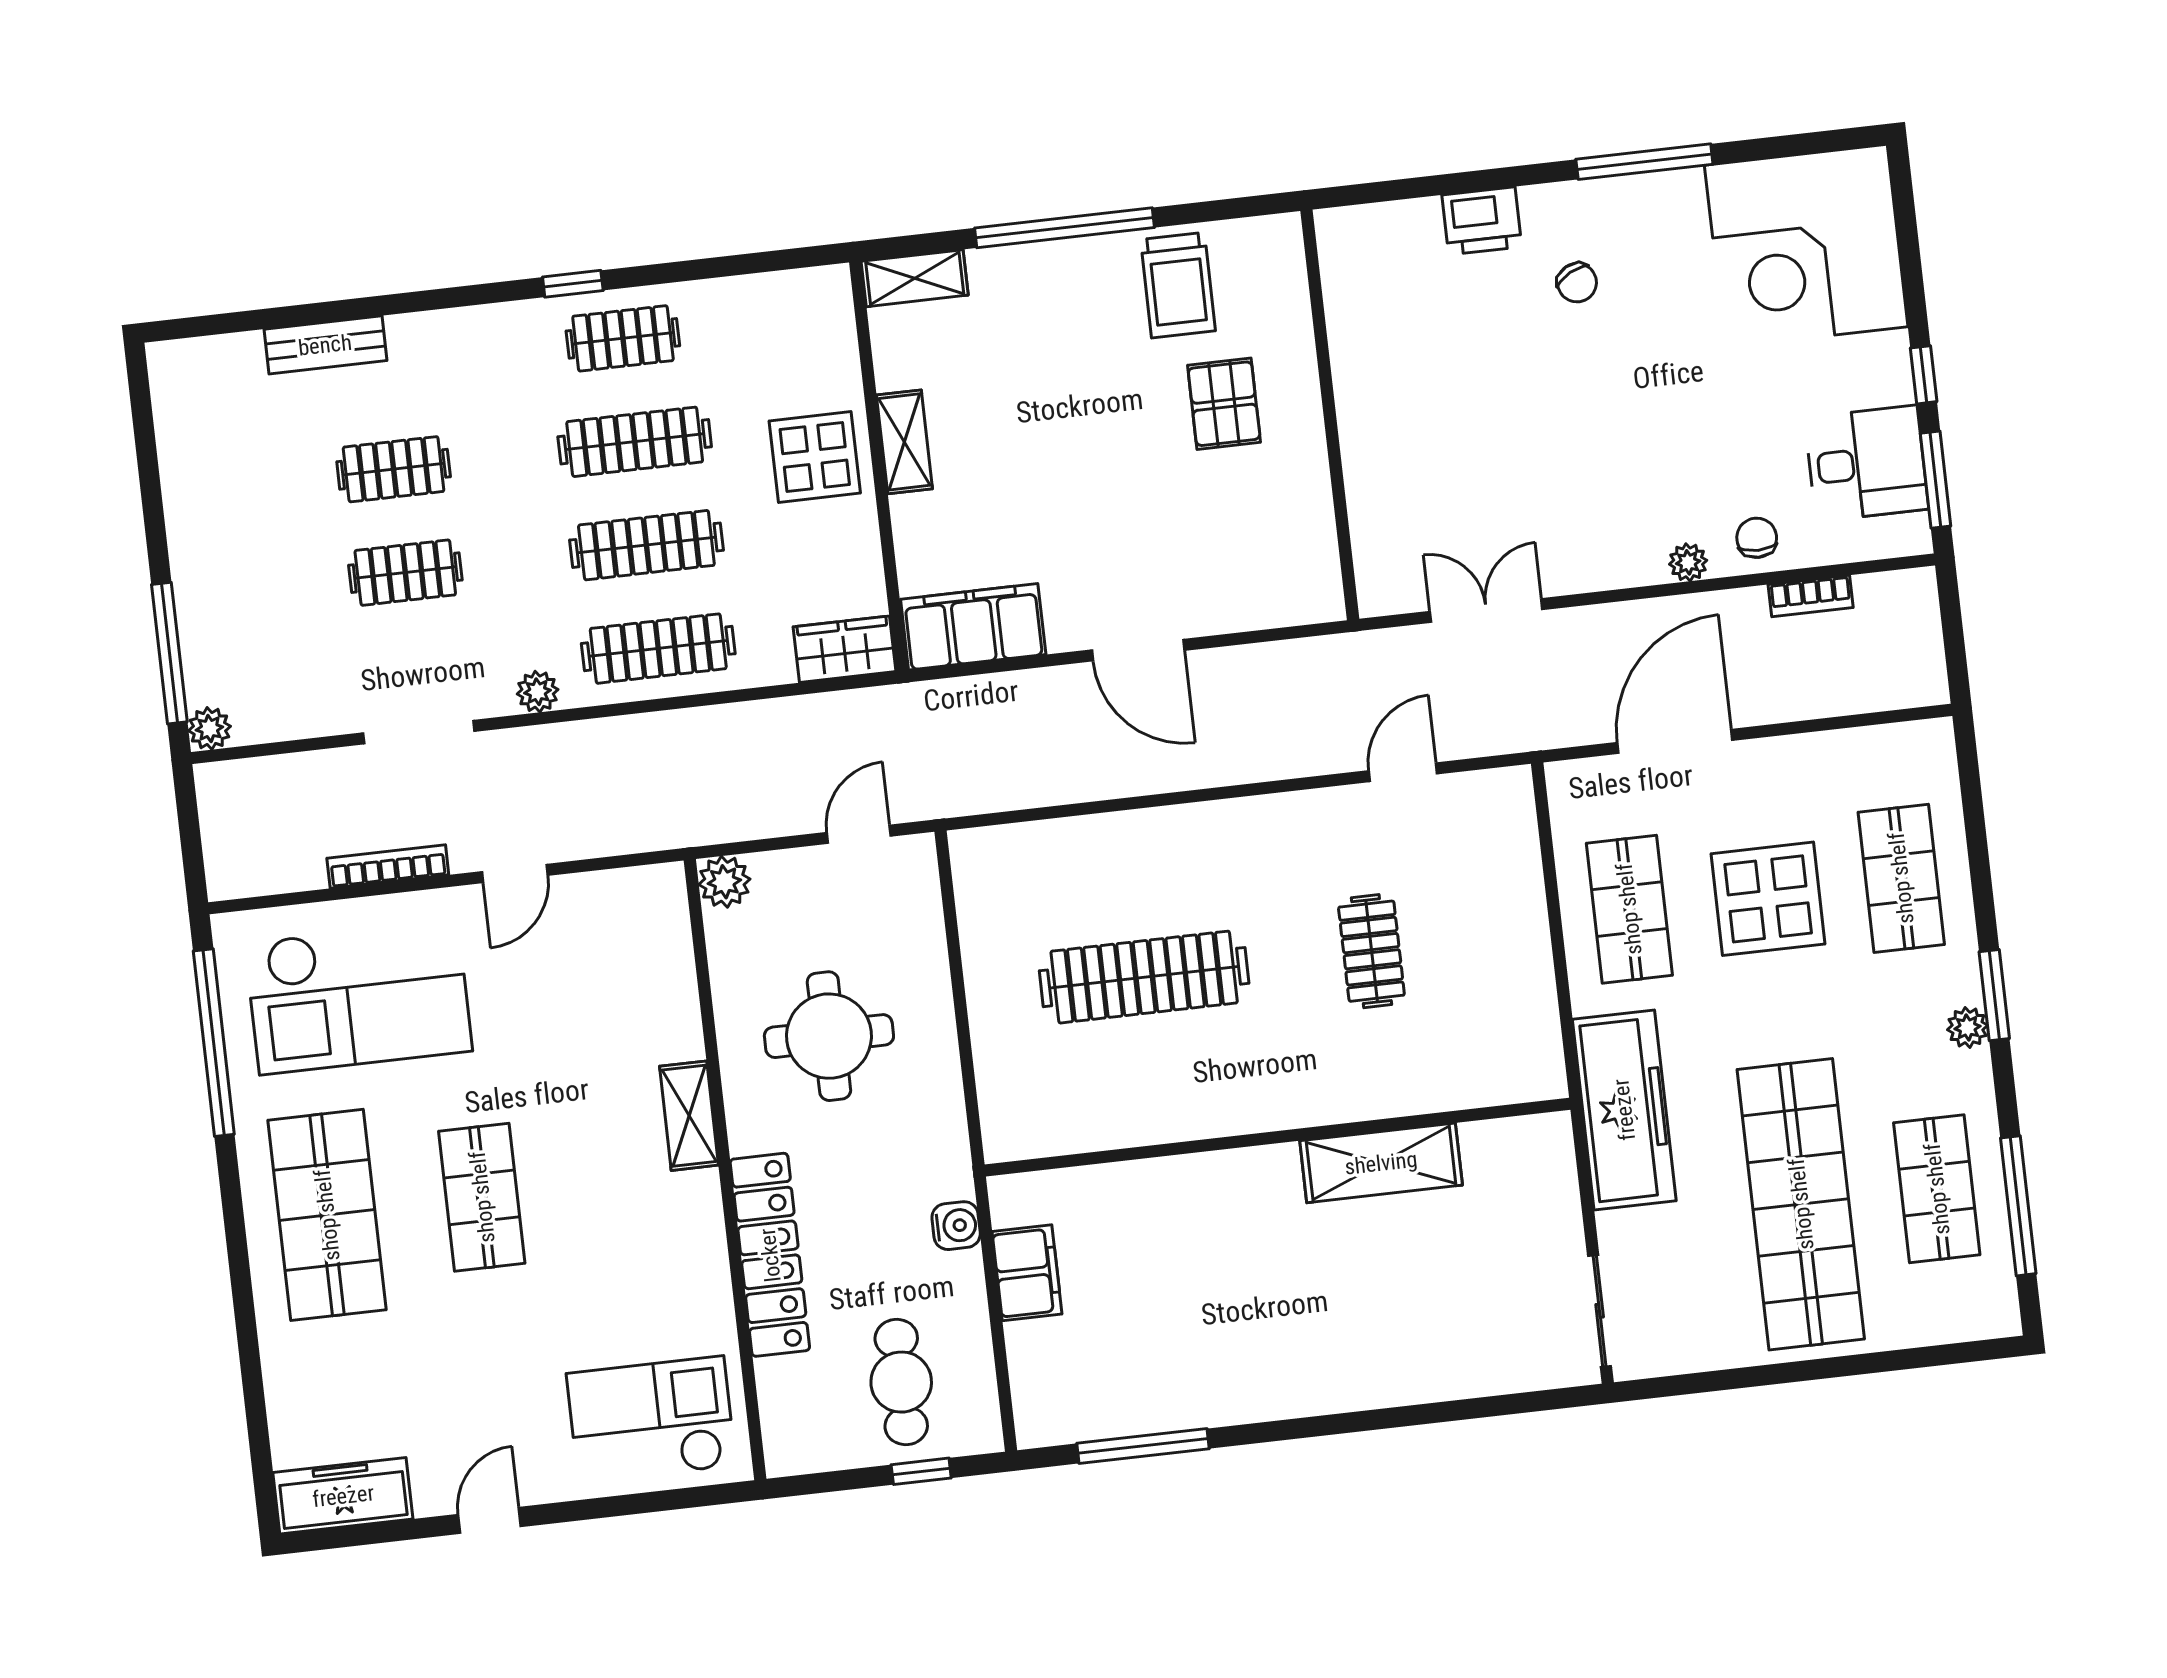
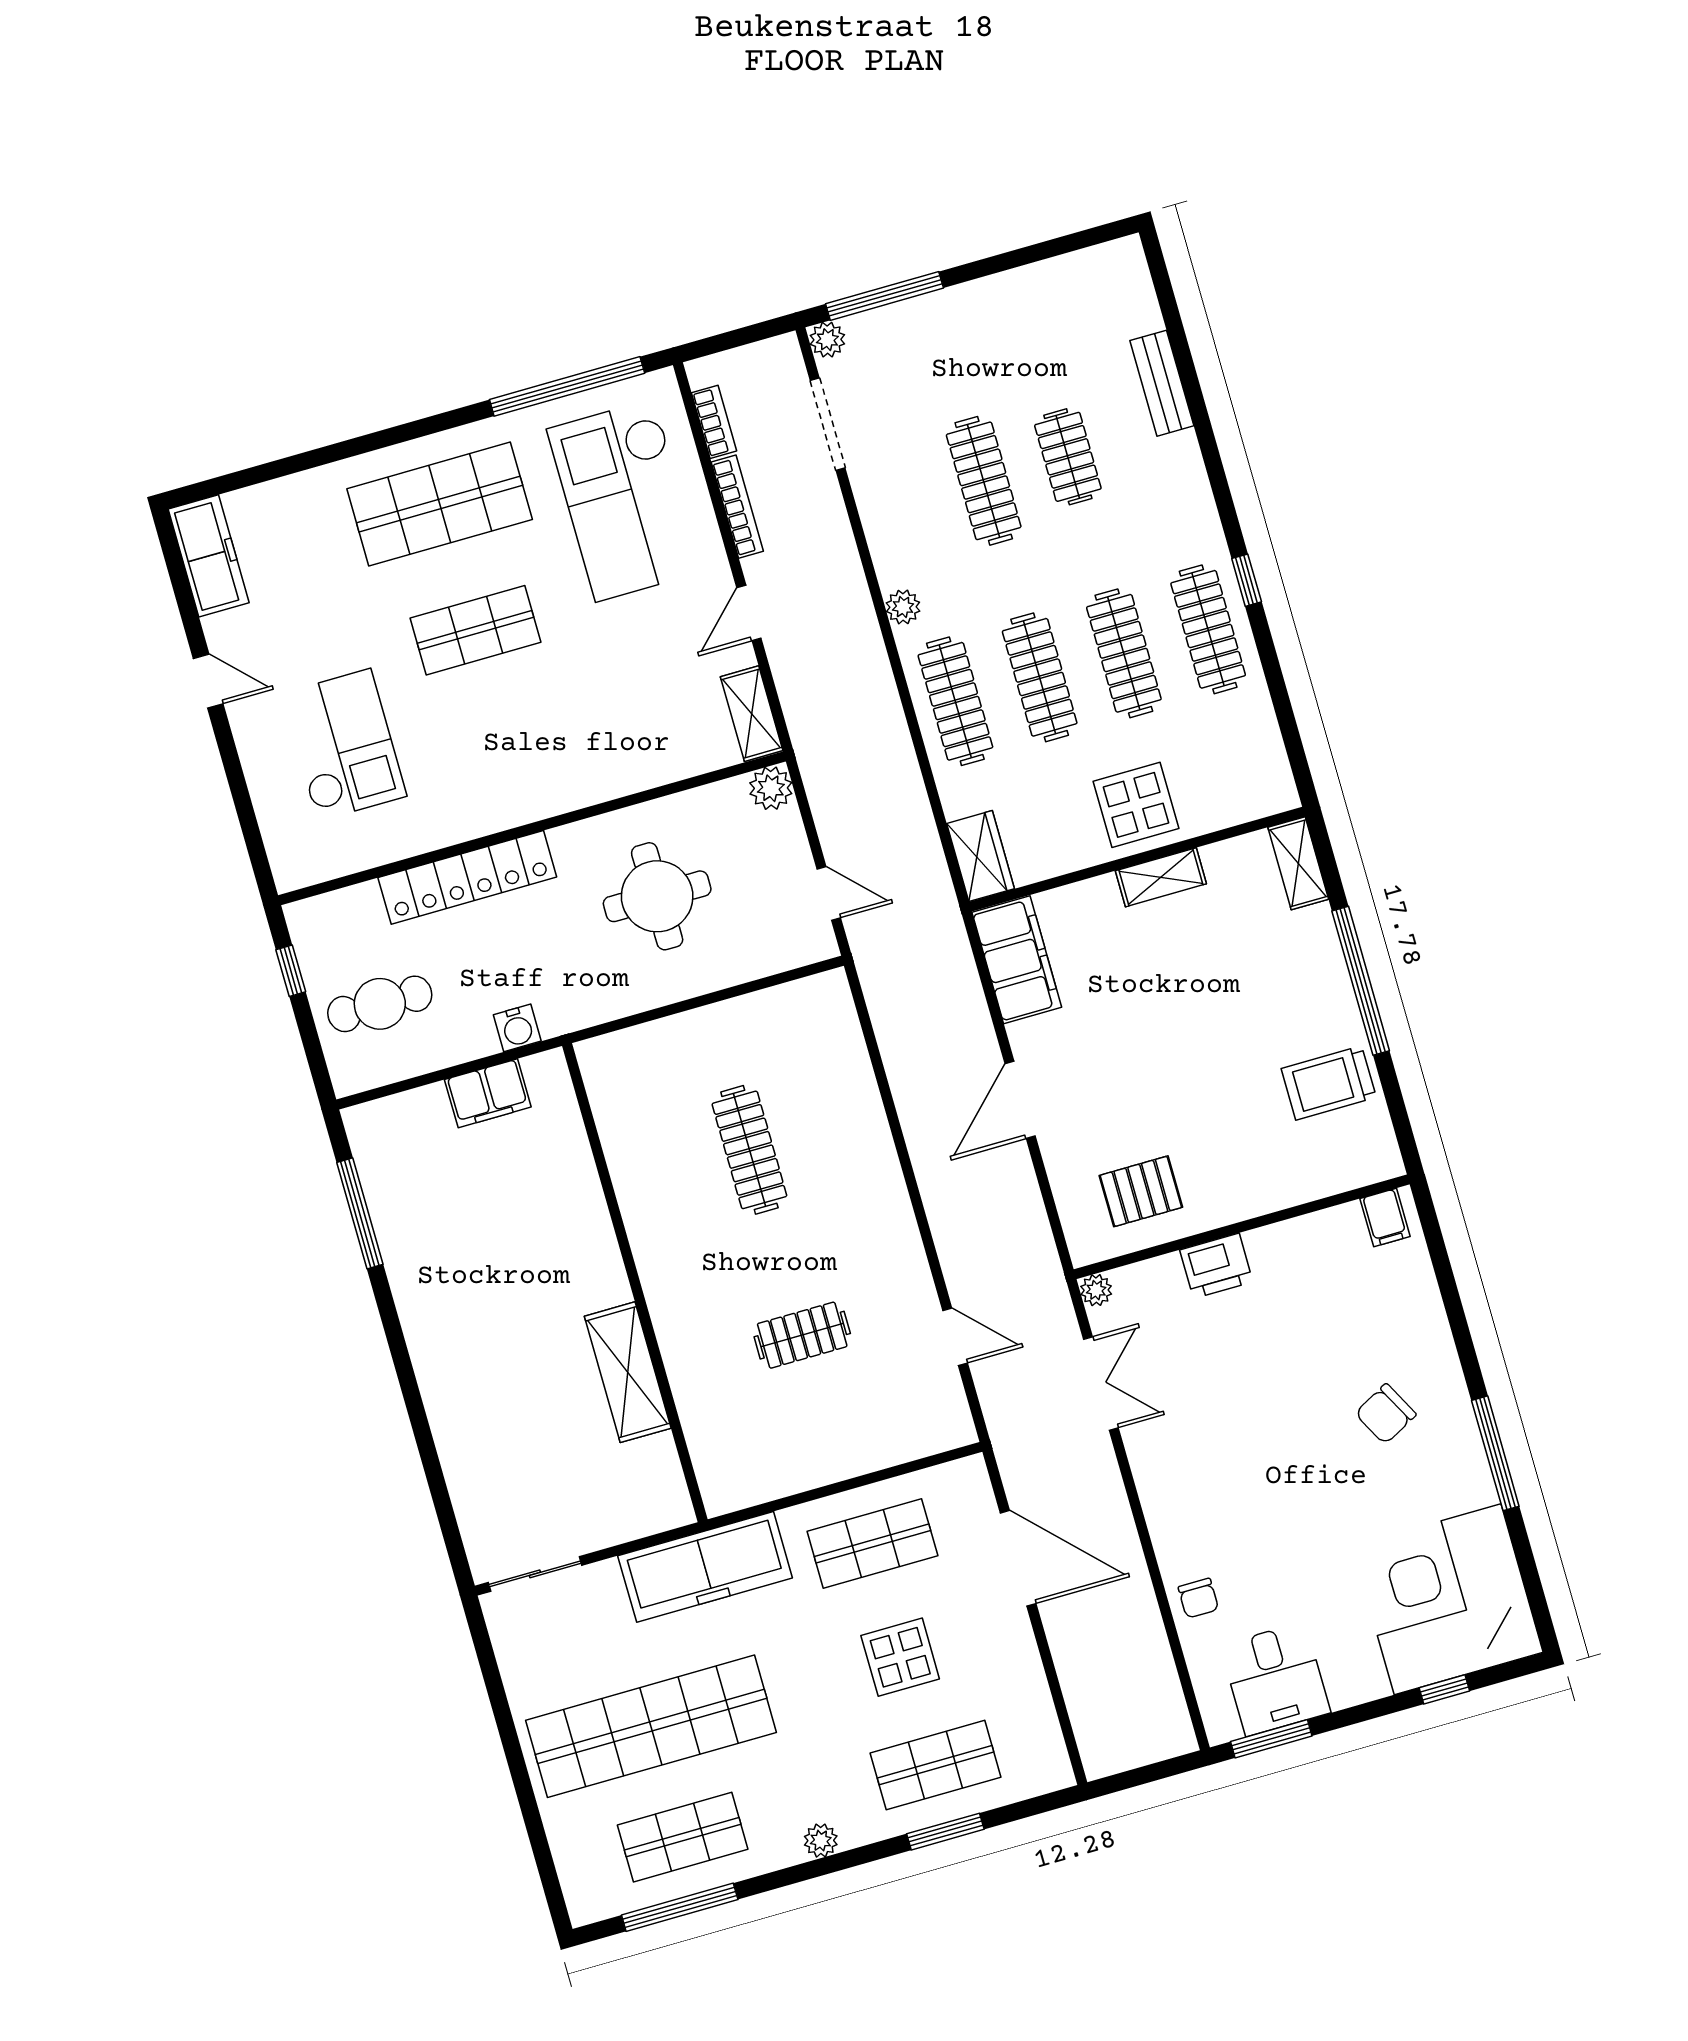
printer: (1482, 221) -> (1216, 1266), moved, turned -90
filing cabinet: (1347, 245) -> (1385, 1218), added
chair: (1577, 283) -> (1386, 1414), width x1.37, depth x1.37
clothes rail: (623, 338) -> (1208, 629), width x1.36
window: (1924, 375) -> (1444, 1689), moved
pallet: (1224, 404) -> (1141, 1191), moved
chair: (1757, 538) -> (1198, 1598), turned 90
plant: (1688, 562) -> (1096, 1290), moved
clothes rail: (405, 573) -> (984, 481), width x1.36
bookcase: (1811, 596) -> (714, 422), moved, turned 180
doorway: (419, 732) -> (828, 424), moved
door: (515, 874) -> (749, 613), hinge flipped
display table: (1768, 899) -> (900, 1657), width x0.73, depth x0.73
clothes rail: (1144, 977) -> (749, 1150), width x0.73, depth x0.76
window: (1994, 995) -> (945, 1832), moved
shelving: (689, 1116) -> (752, 714), moved, turned 90
checkout: (651, 1420) -> (344, 745), moved
window: (921, 1471) -> (291, 971), moved

